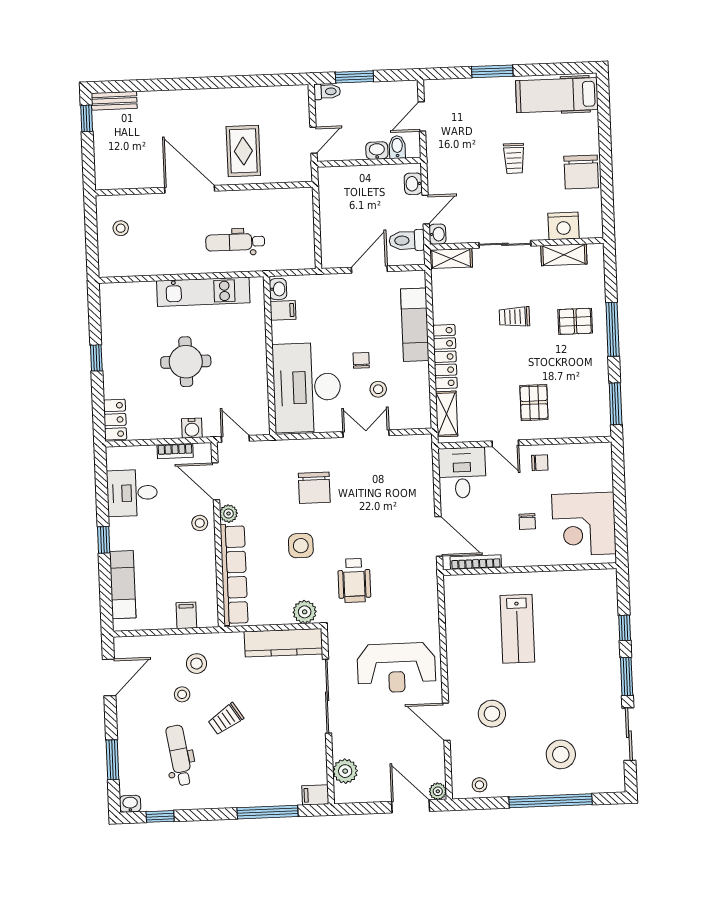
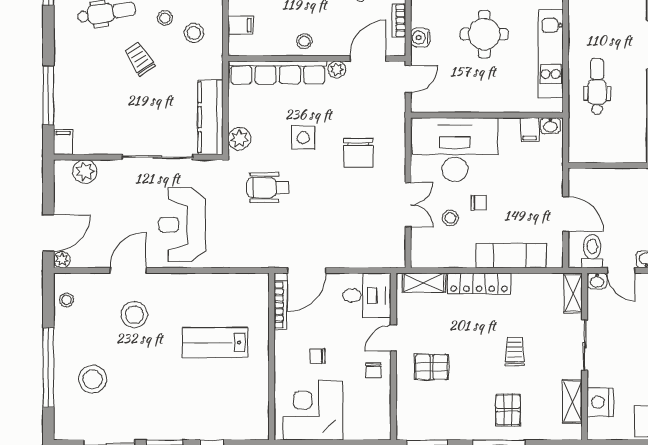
chair: (314, 488) -> (358, 153), turned -90
stool: (200, 523) -> (304, 41), moved

